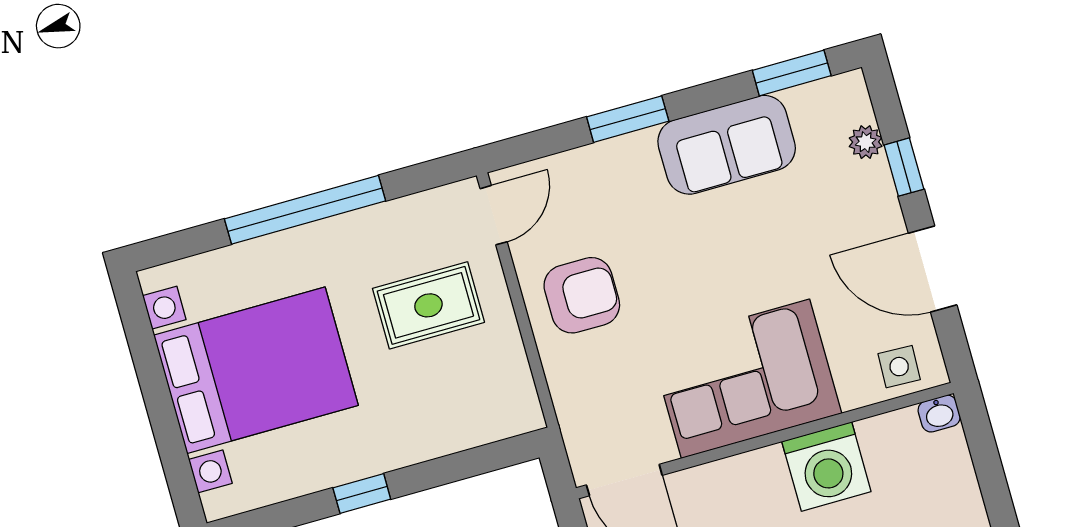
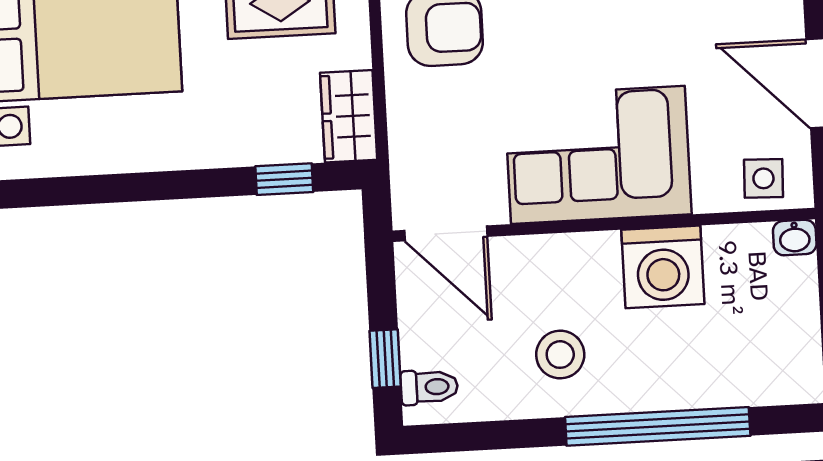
wardrobe: (513, 394) -> (349, 116), added
window: (362, 494) -> (284, 179), moved

